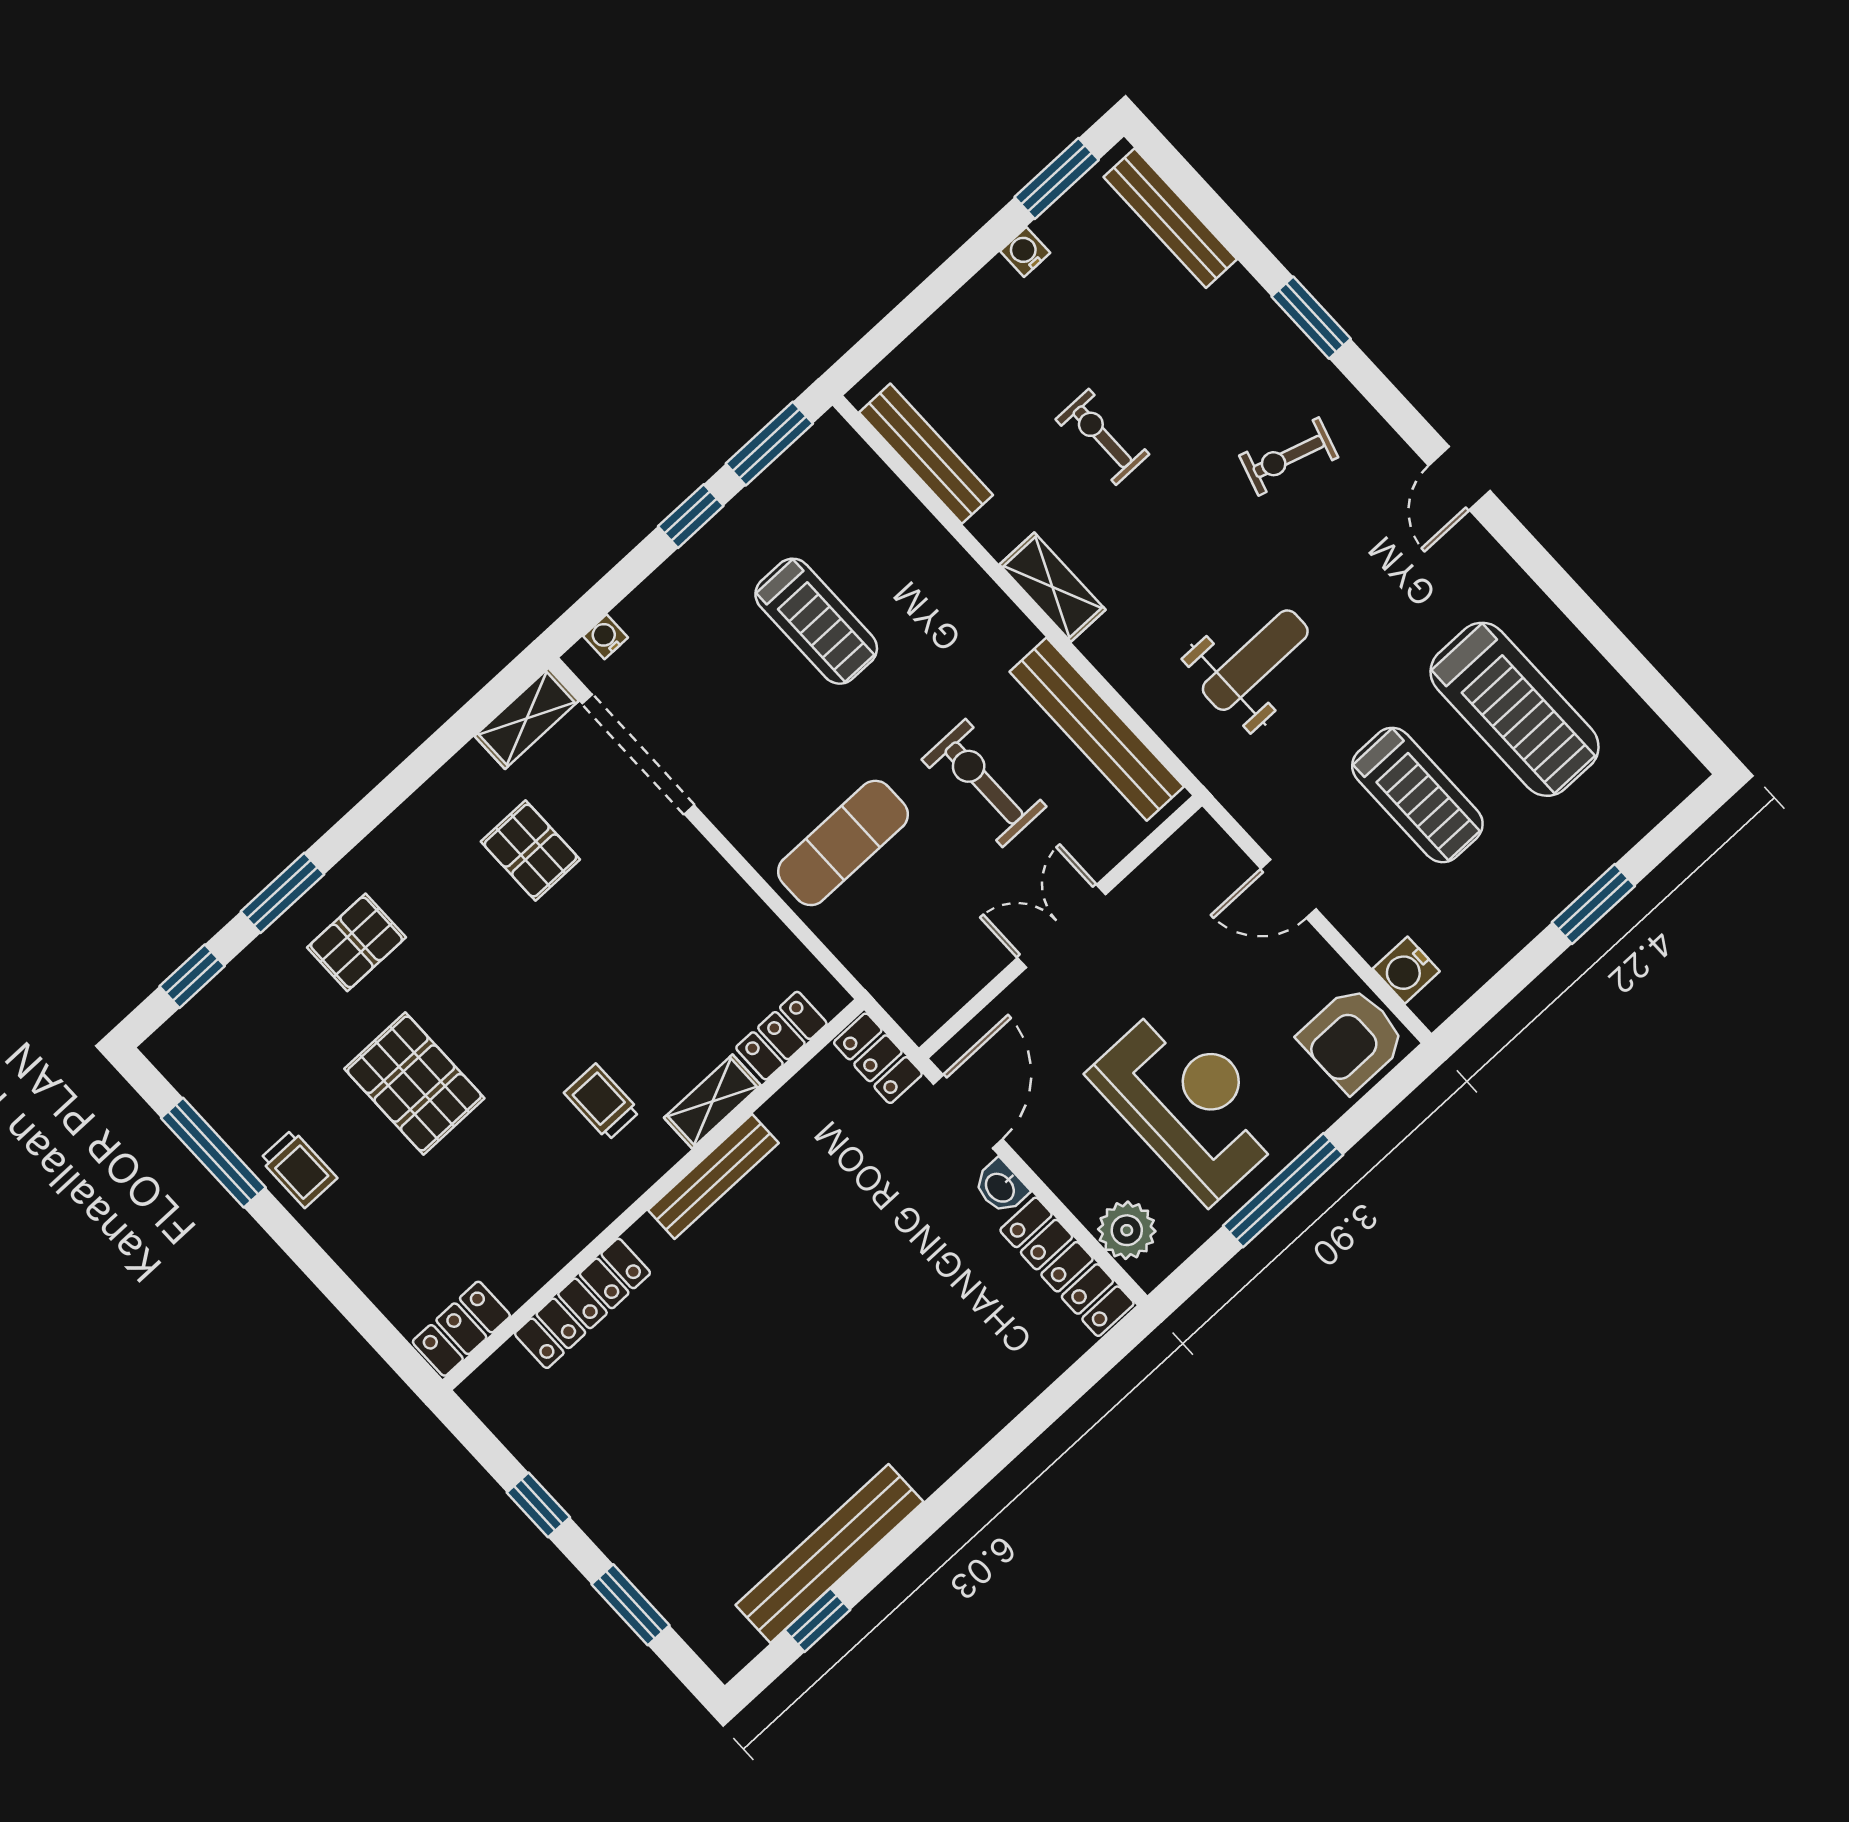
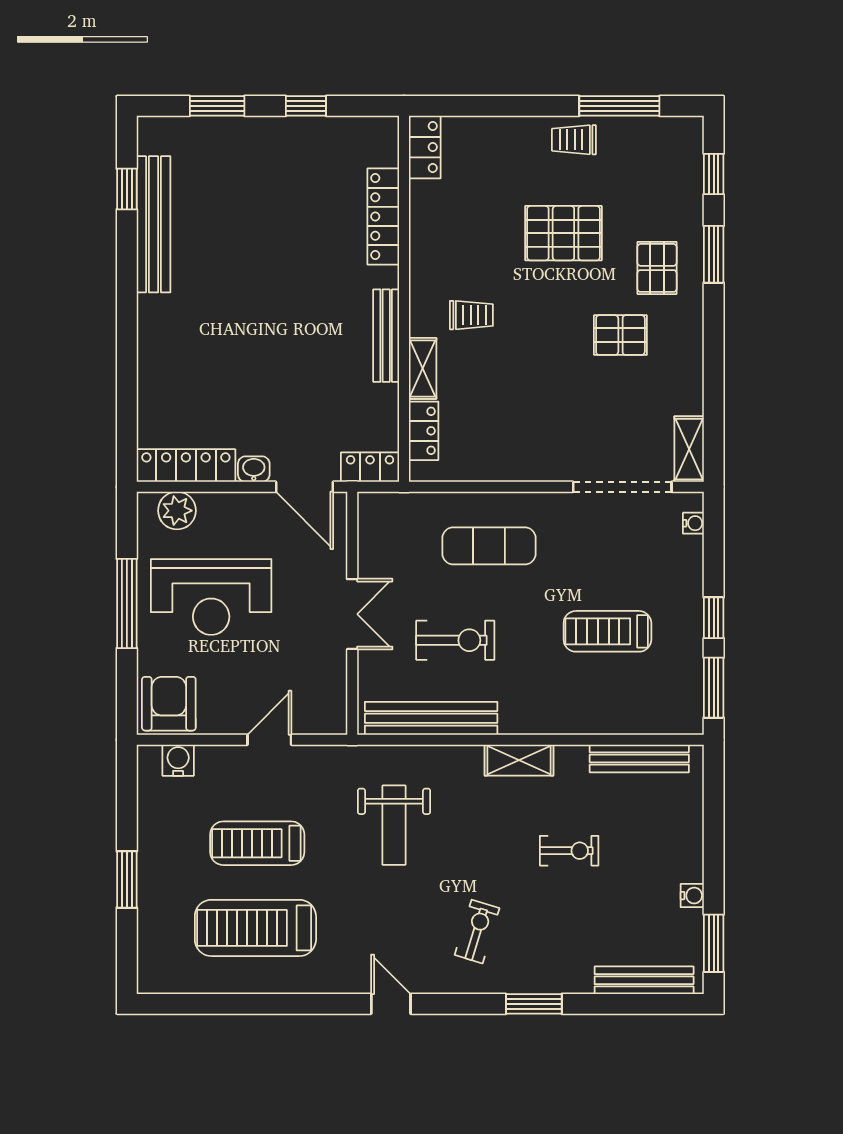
exercise mat: (843, 843) -> (489, 546), turned 90
pallet: (530, 851) -> (620, 335), moved

